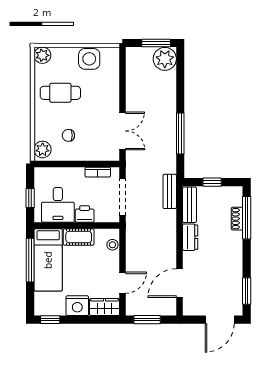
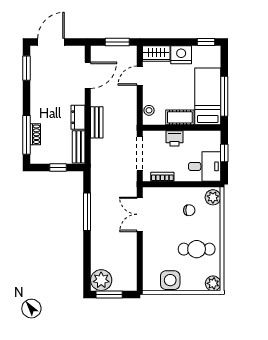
bench: (170, 191) -> (97, 122), moved
desk: (58, 205) -> (205, 166), moved, turned 90

